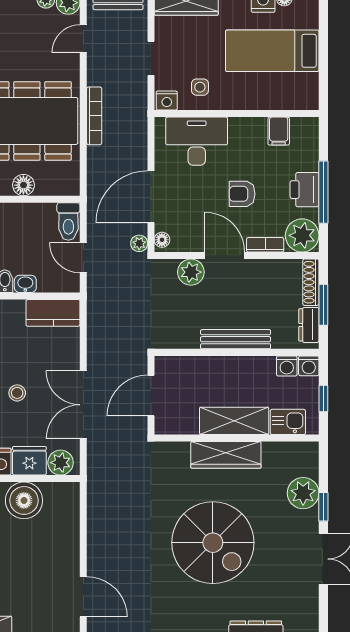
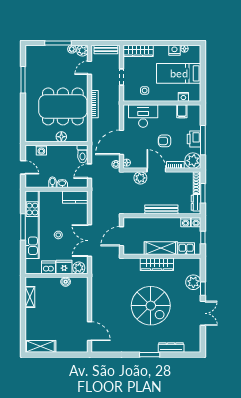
nightstand: (167, 101) -> (183, 97), moved
door: (83, 258) -> (90, 171), hinge flipped
boiler: (24, 500) -> (66, 282), width x0.54, depth x0.54

